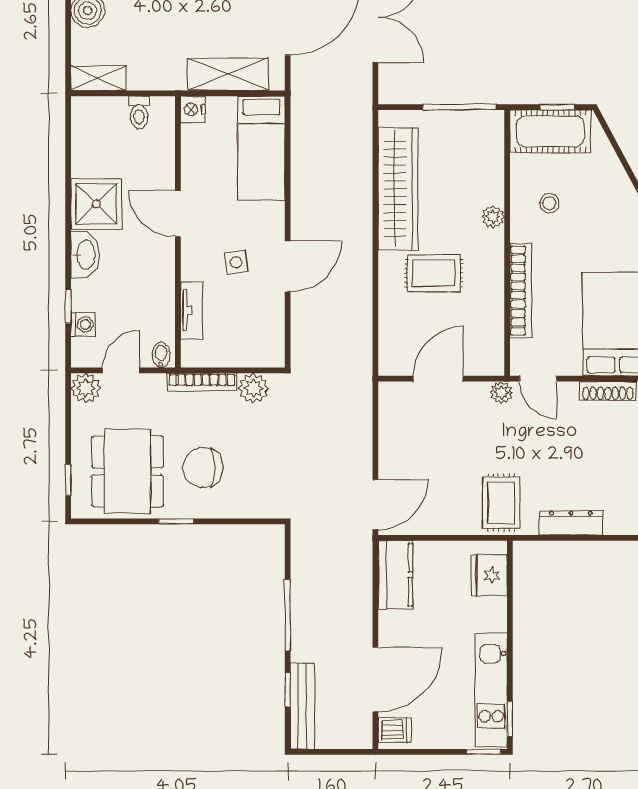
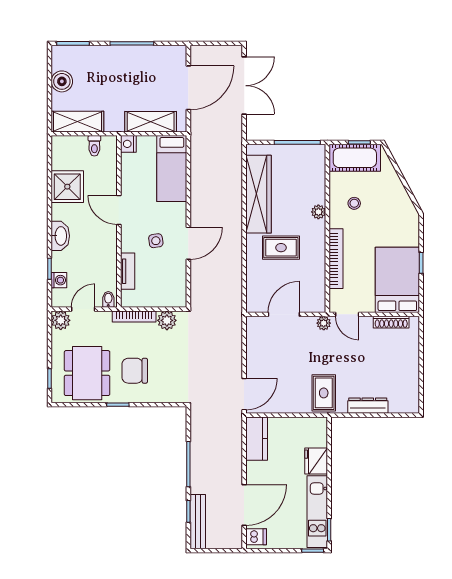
shelving: (98, 78) -> (77, 122), width x1.50, depth x1.33
shower: (96, 204) -> (67, 187), moved
fridge: (489, 575) -> (316, 461), moved

